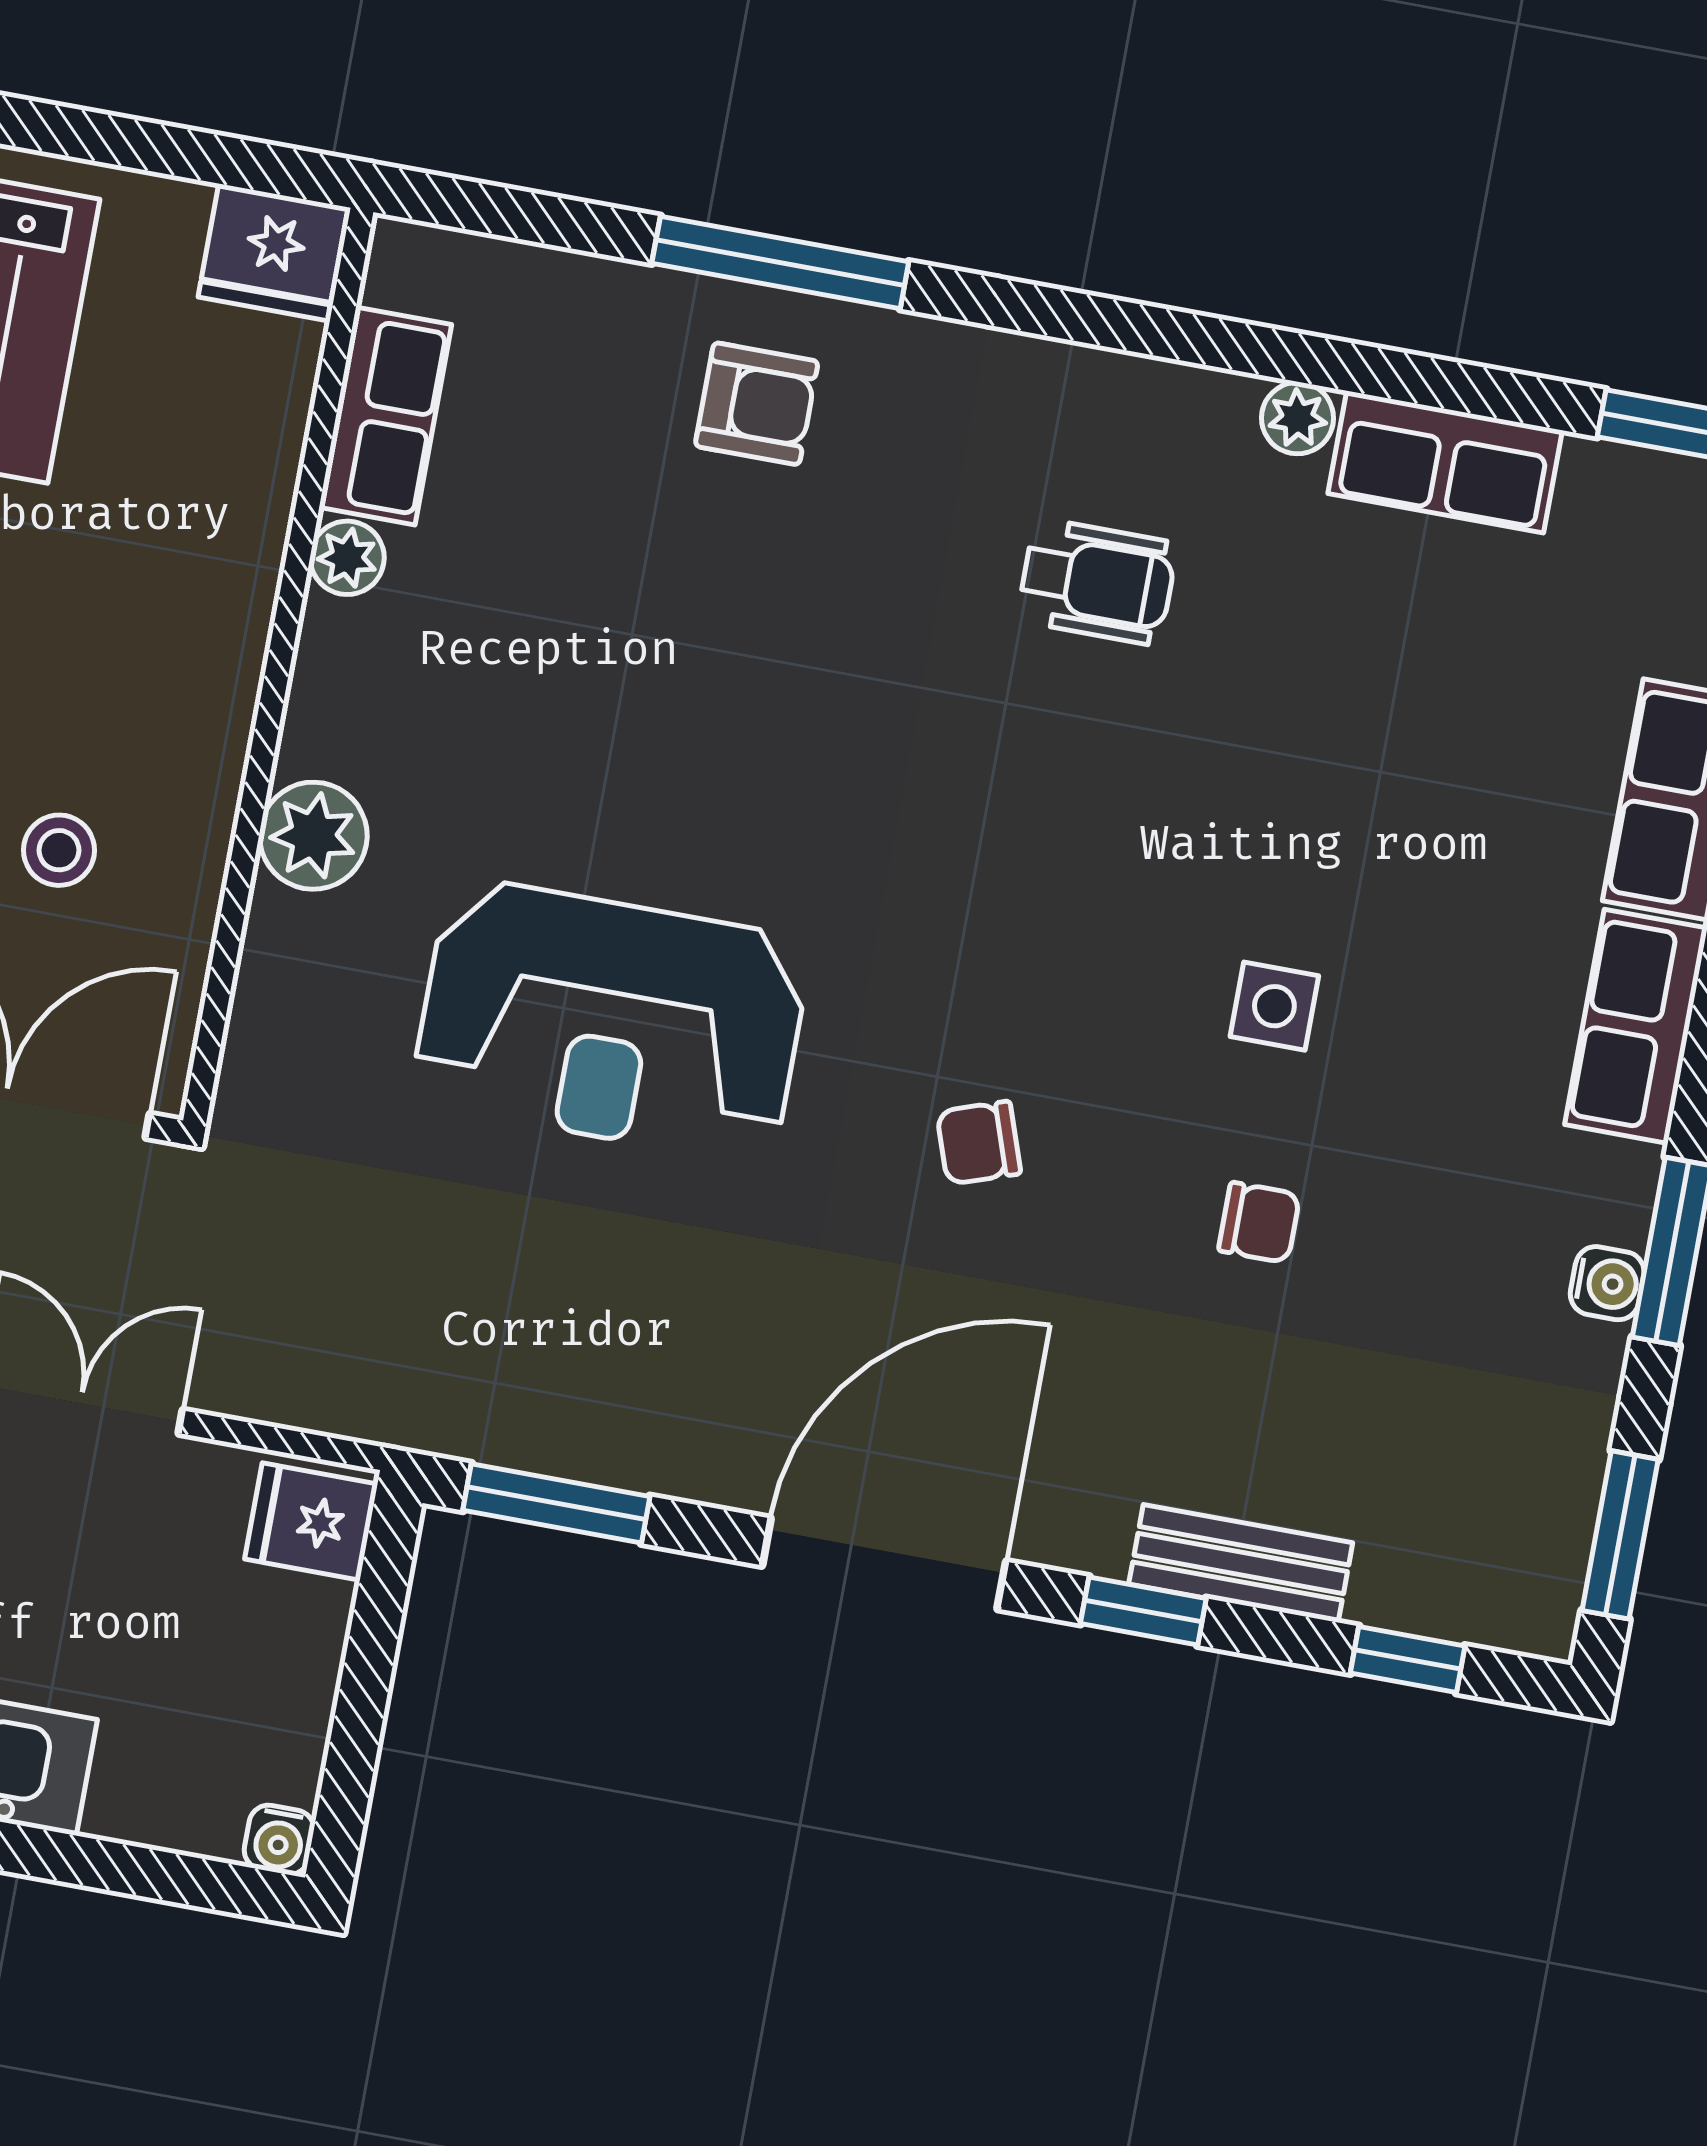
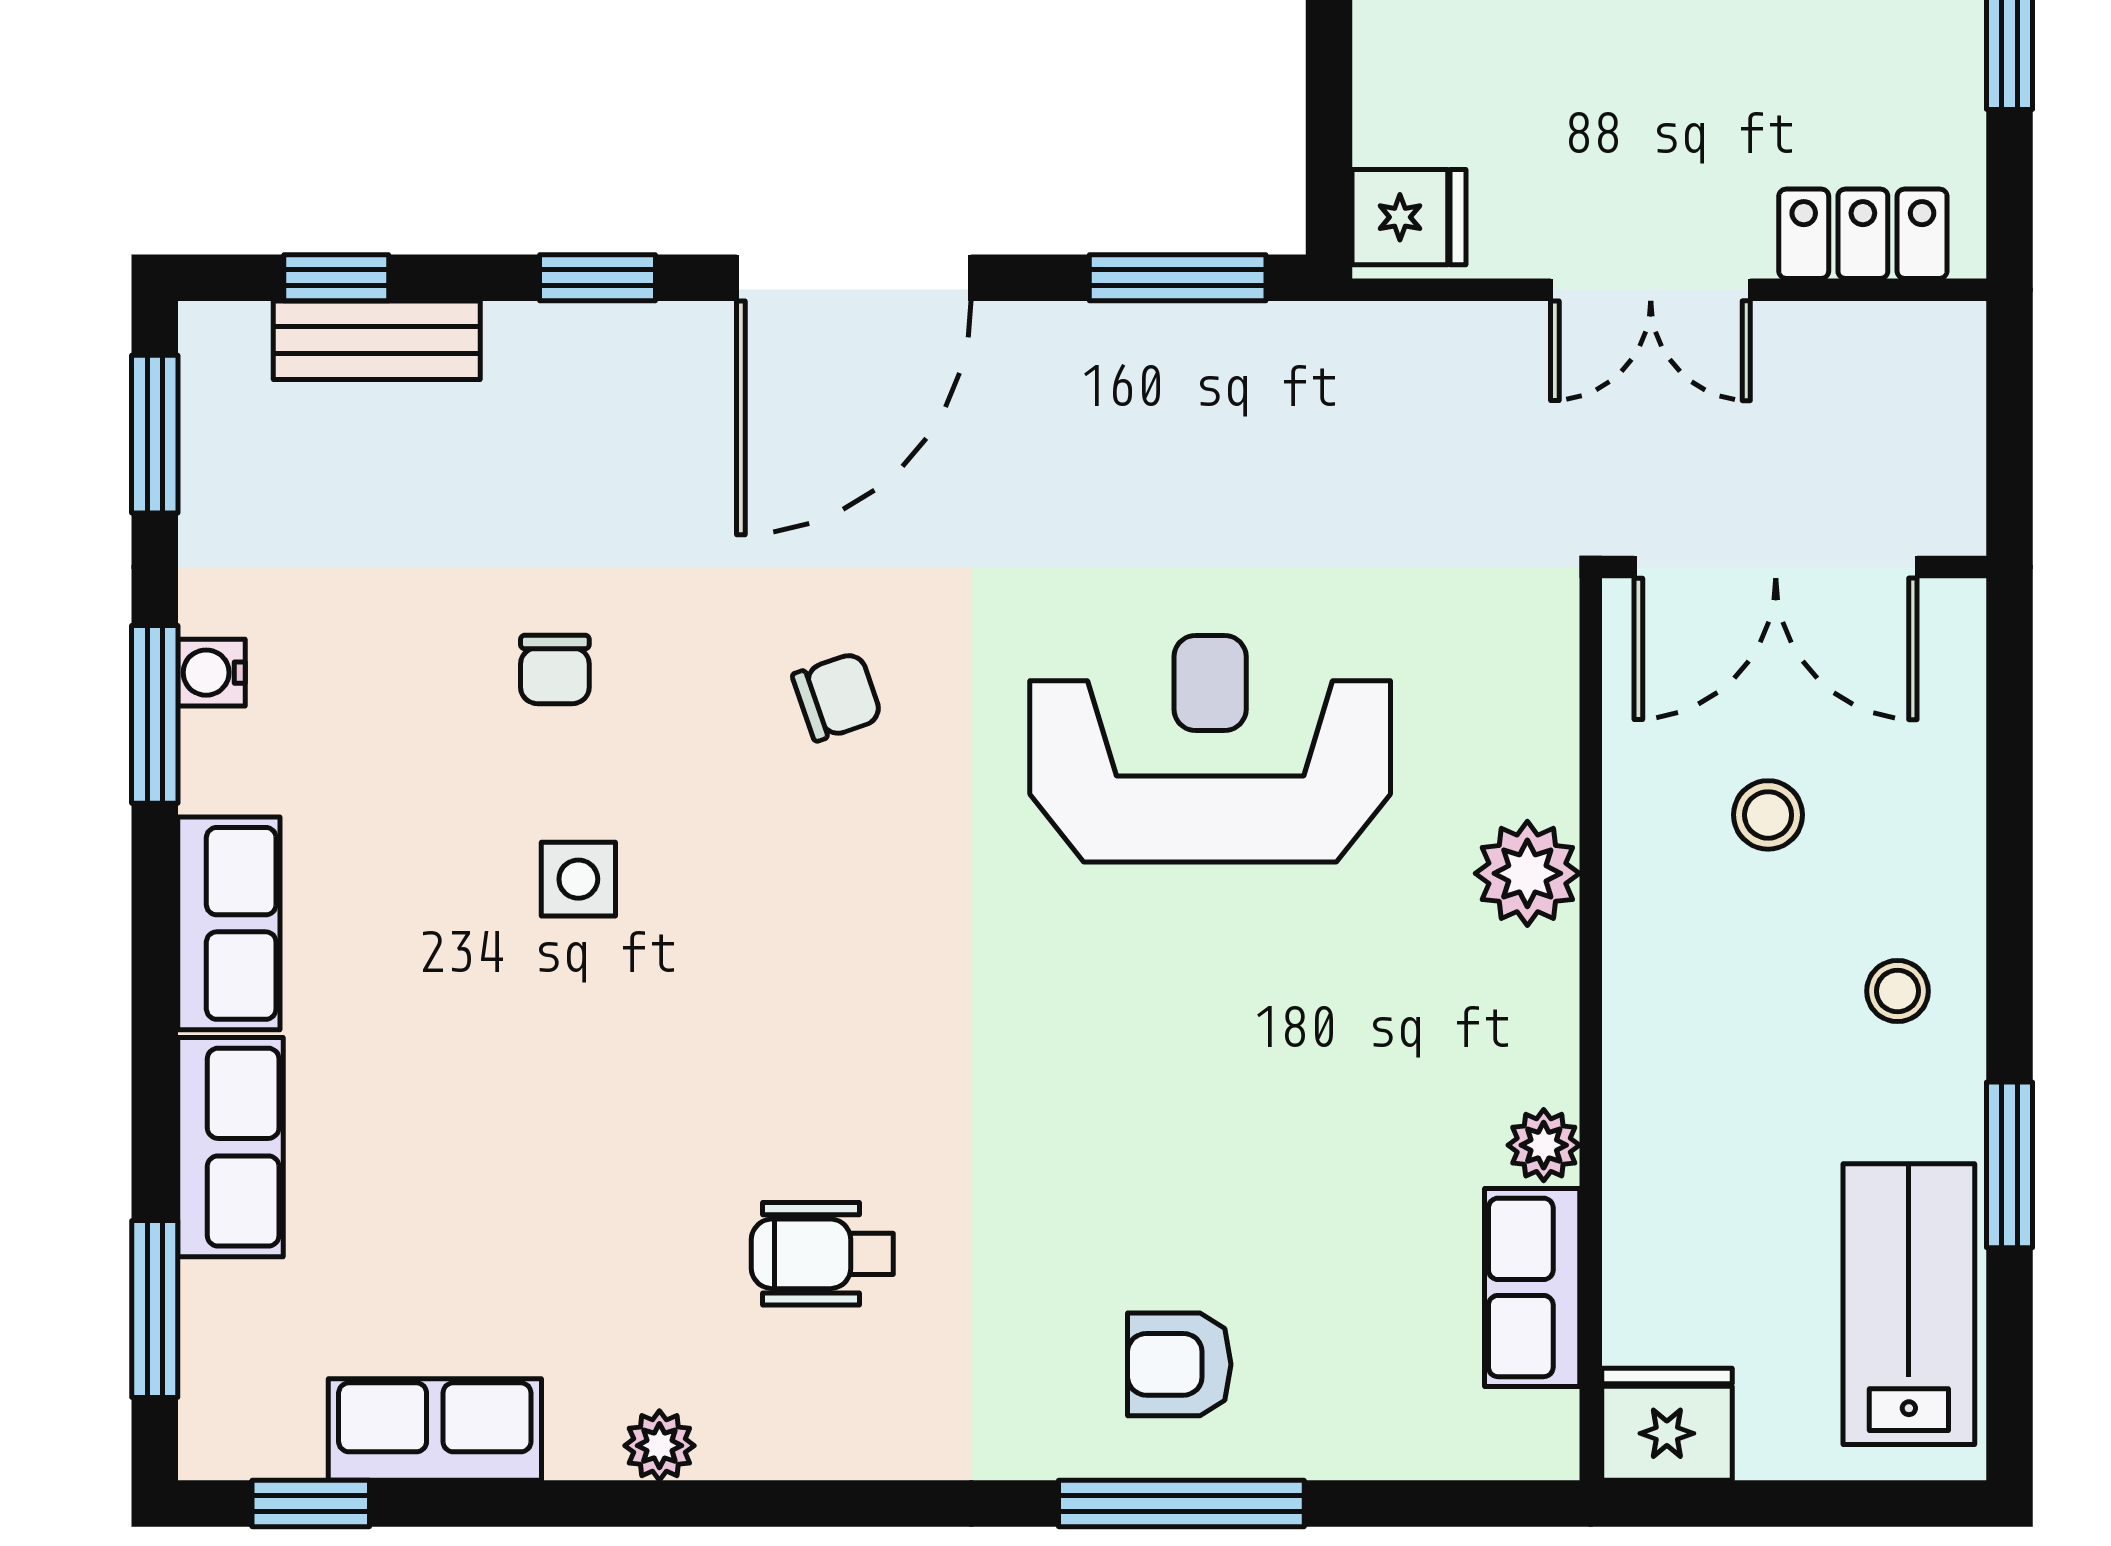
row of seats: (1445, 462) -> (435, 1430), moved
chair: (1259, 1223) -> (555, 669), turned -90
bench: (1241, 1563) -> (377, 340), moved

